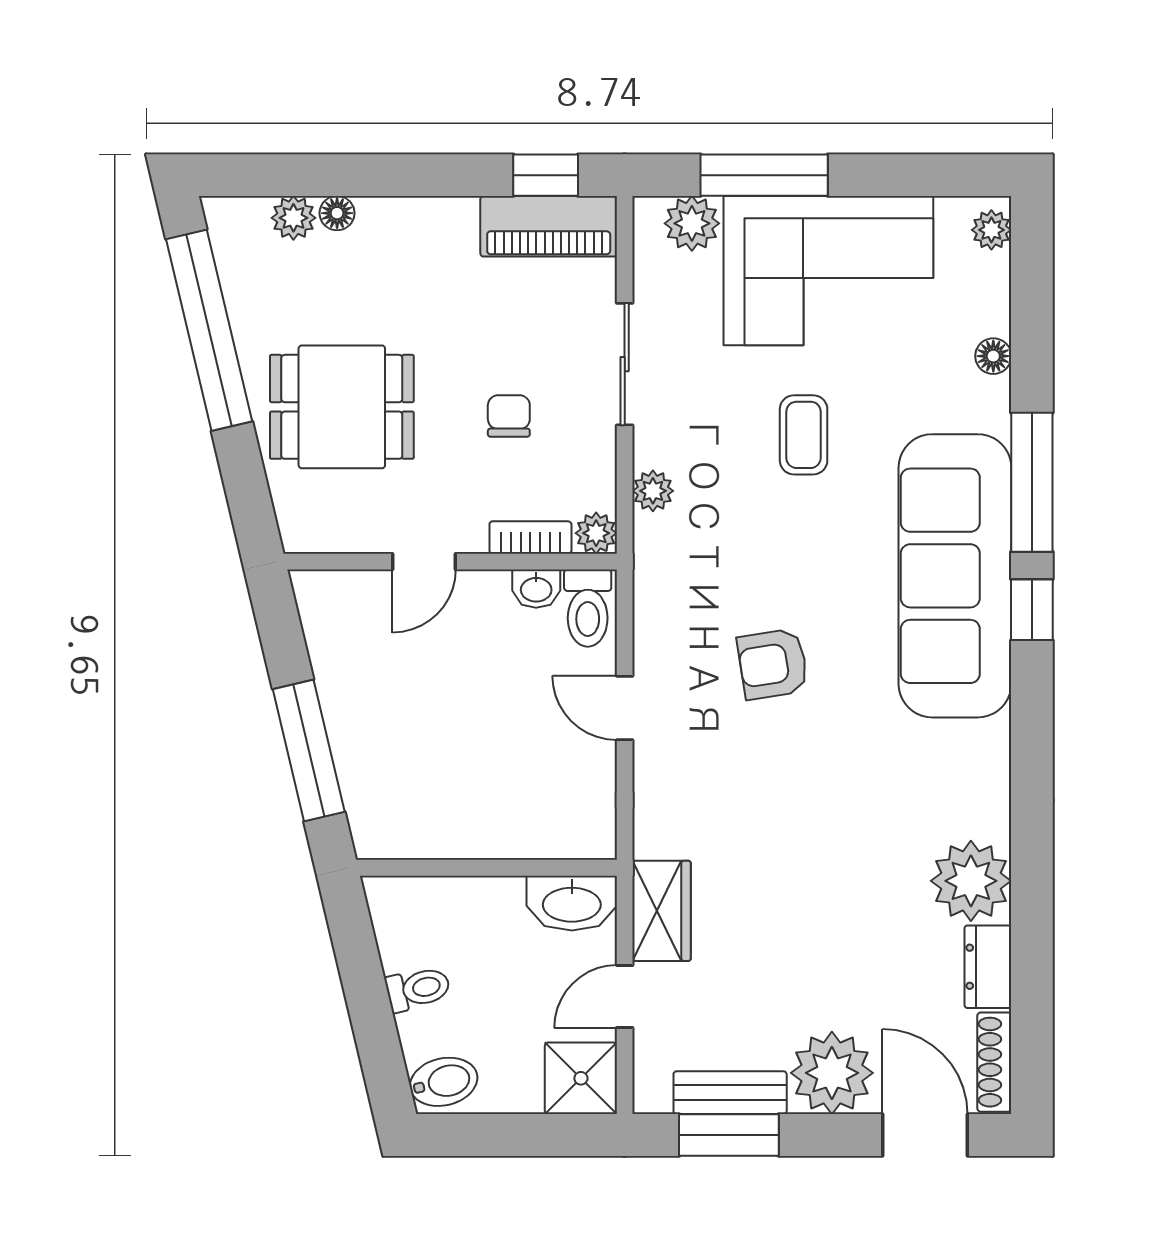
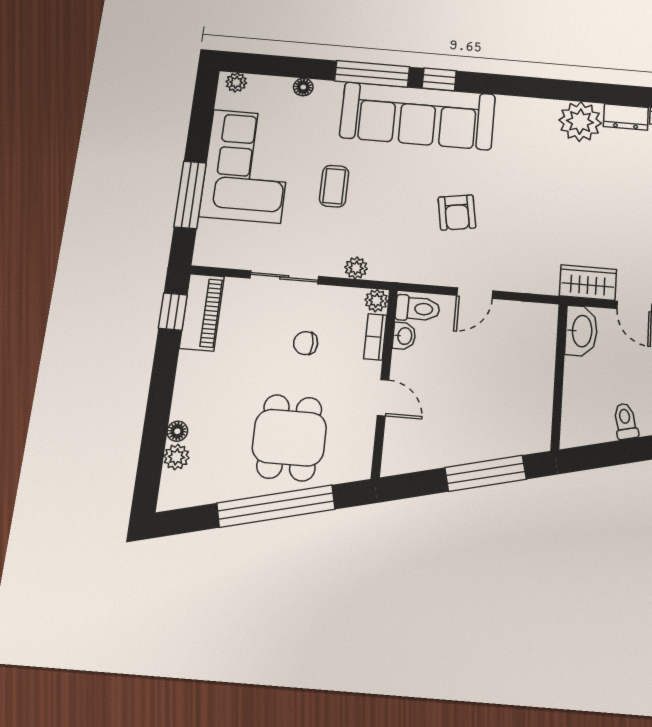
plant: (692, 223) -> (211, 235), removed
window: (209, 330) -> (276, 506), moved
coffee table: (804, 435) -> (334, 186), turned 90

